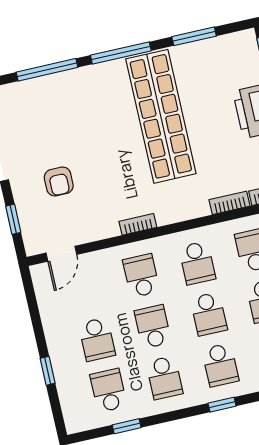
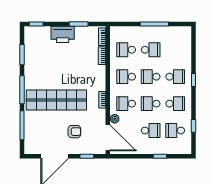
shop shelf: (161, 116) -> (56, 100), moved
door: (61, 254) -> (108, 138), width x1.88
plant: (104, 259) -> (115, 119), added
school desk: (197, 263) -> (126, 77), turned 180
school desk: (209, 314) -> (151, 77), turned 180

